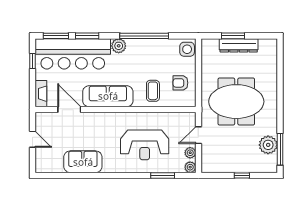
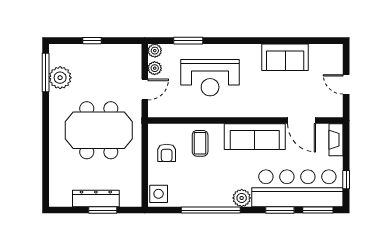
armchair: (180, 83) -> (167, 153), turned 90
reception desk: (145, 145) -> (210, 78), turned 180

